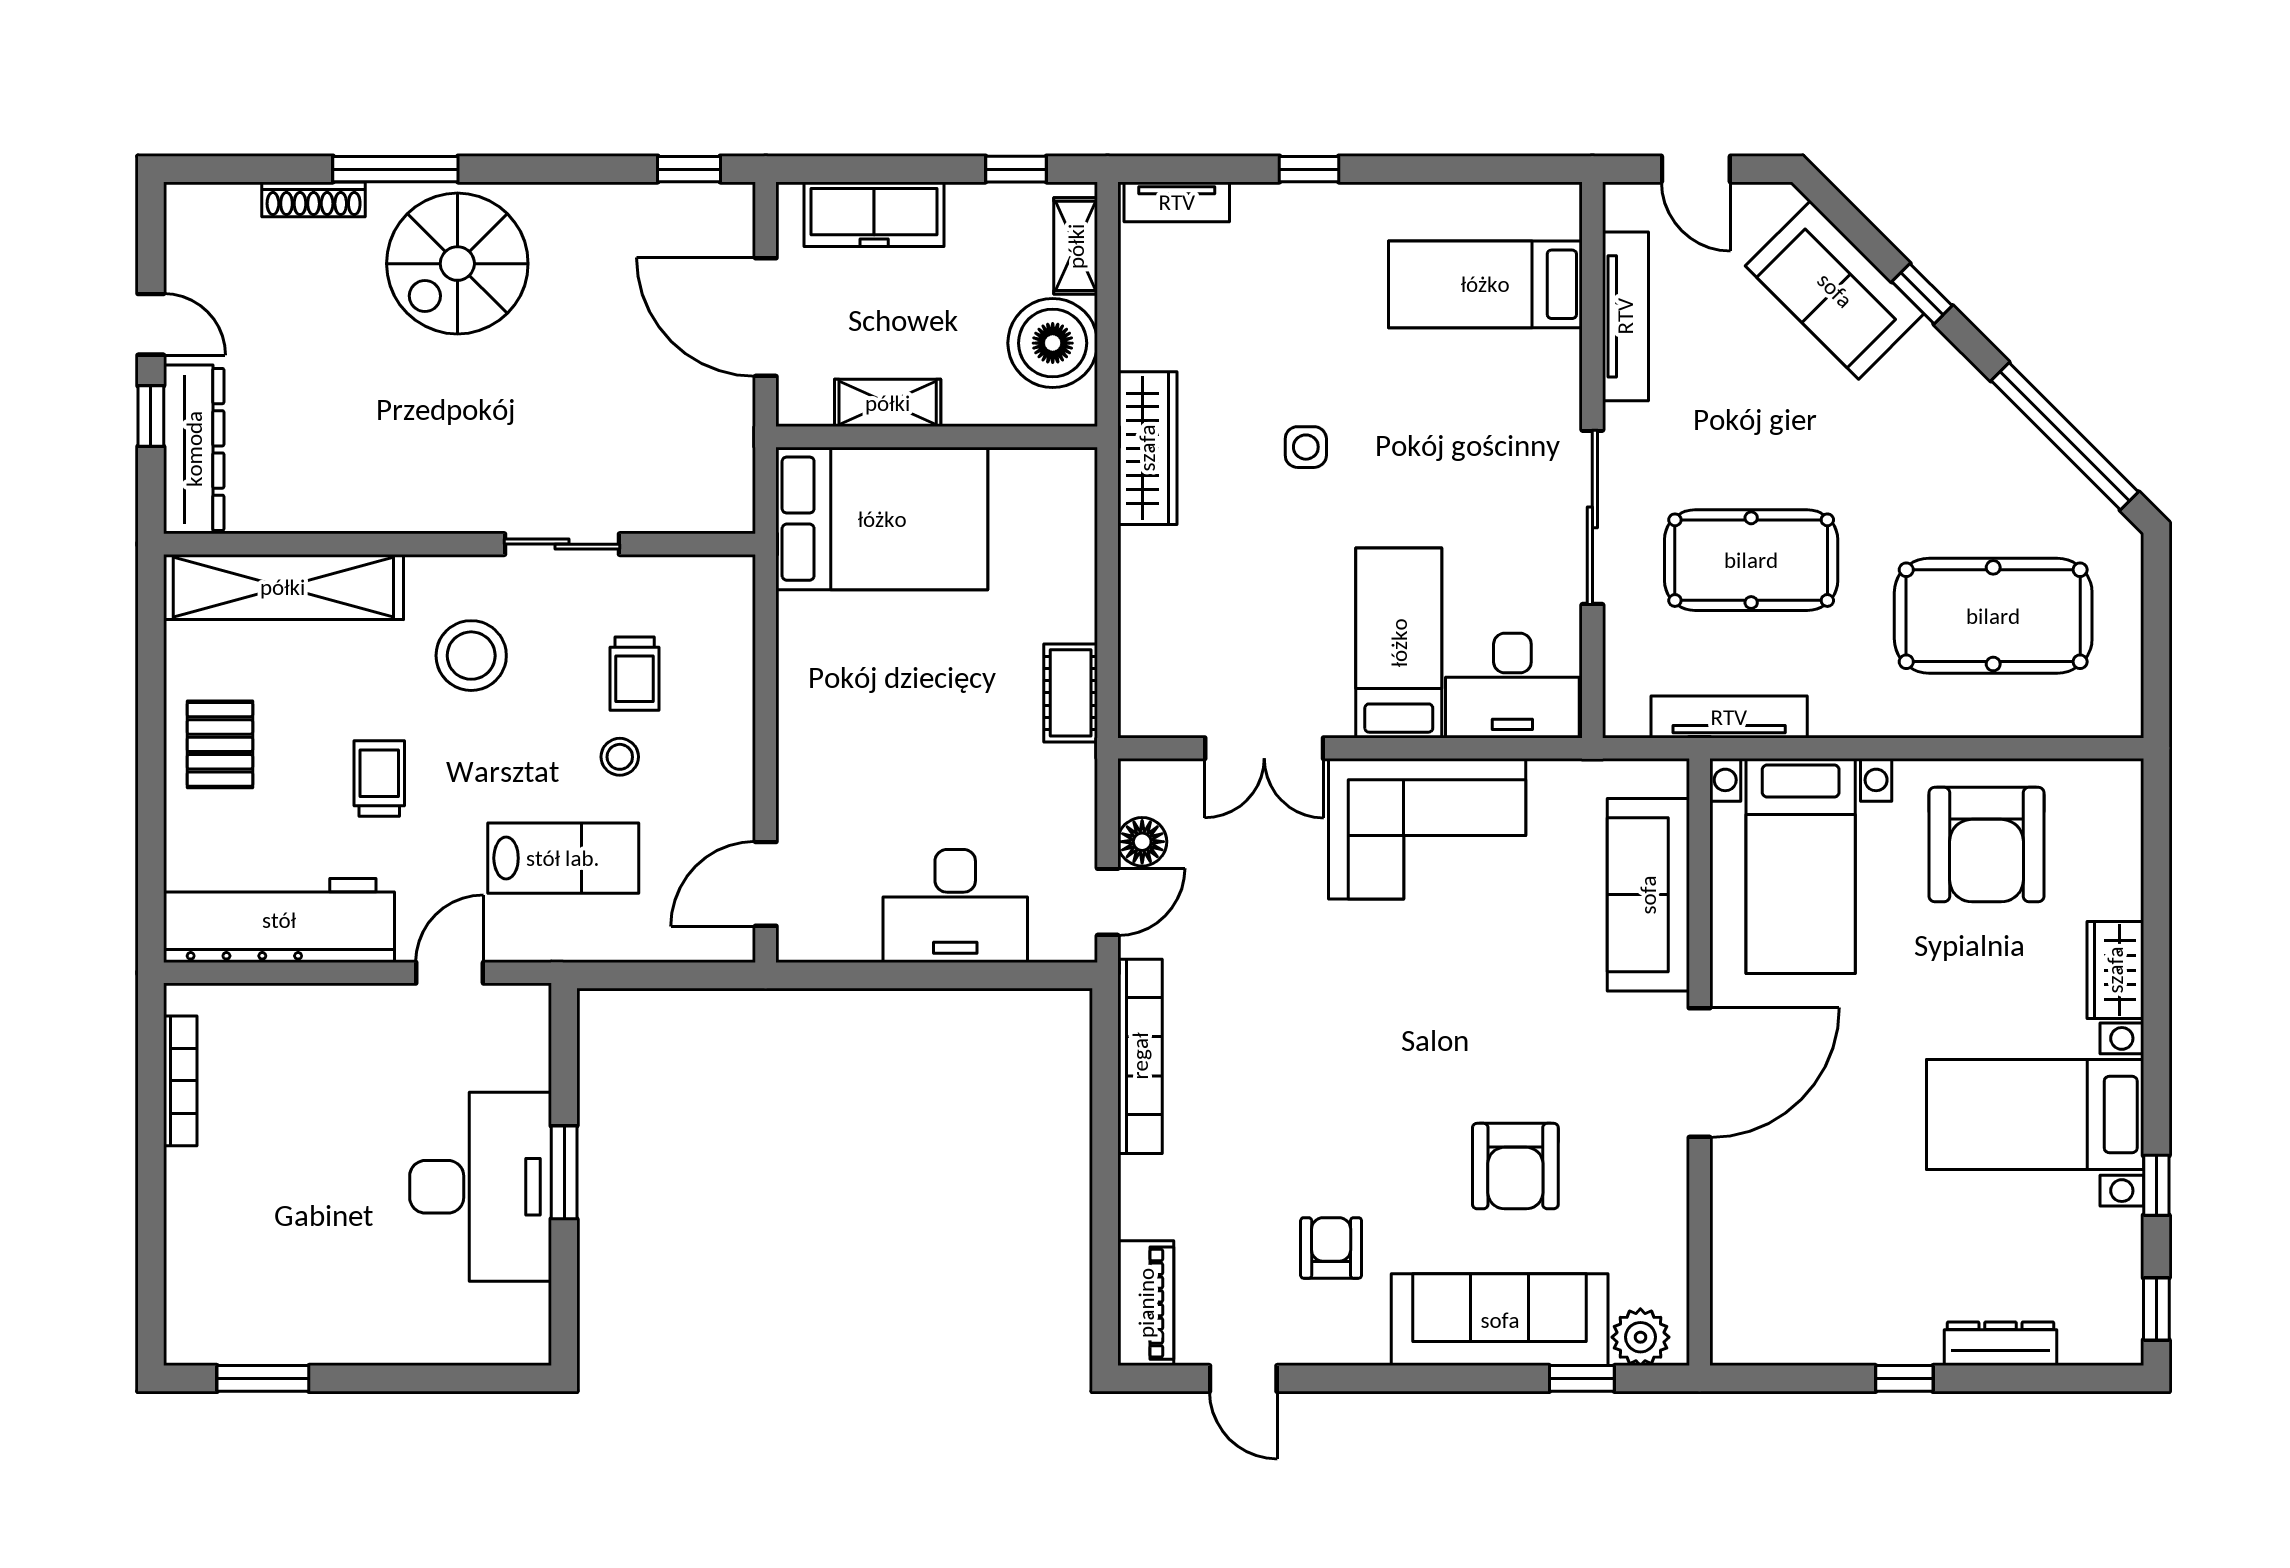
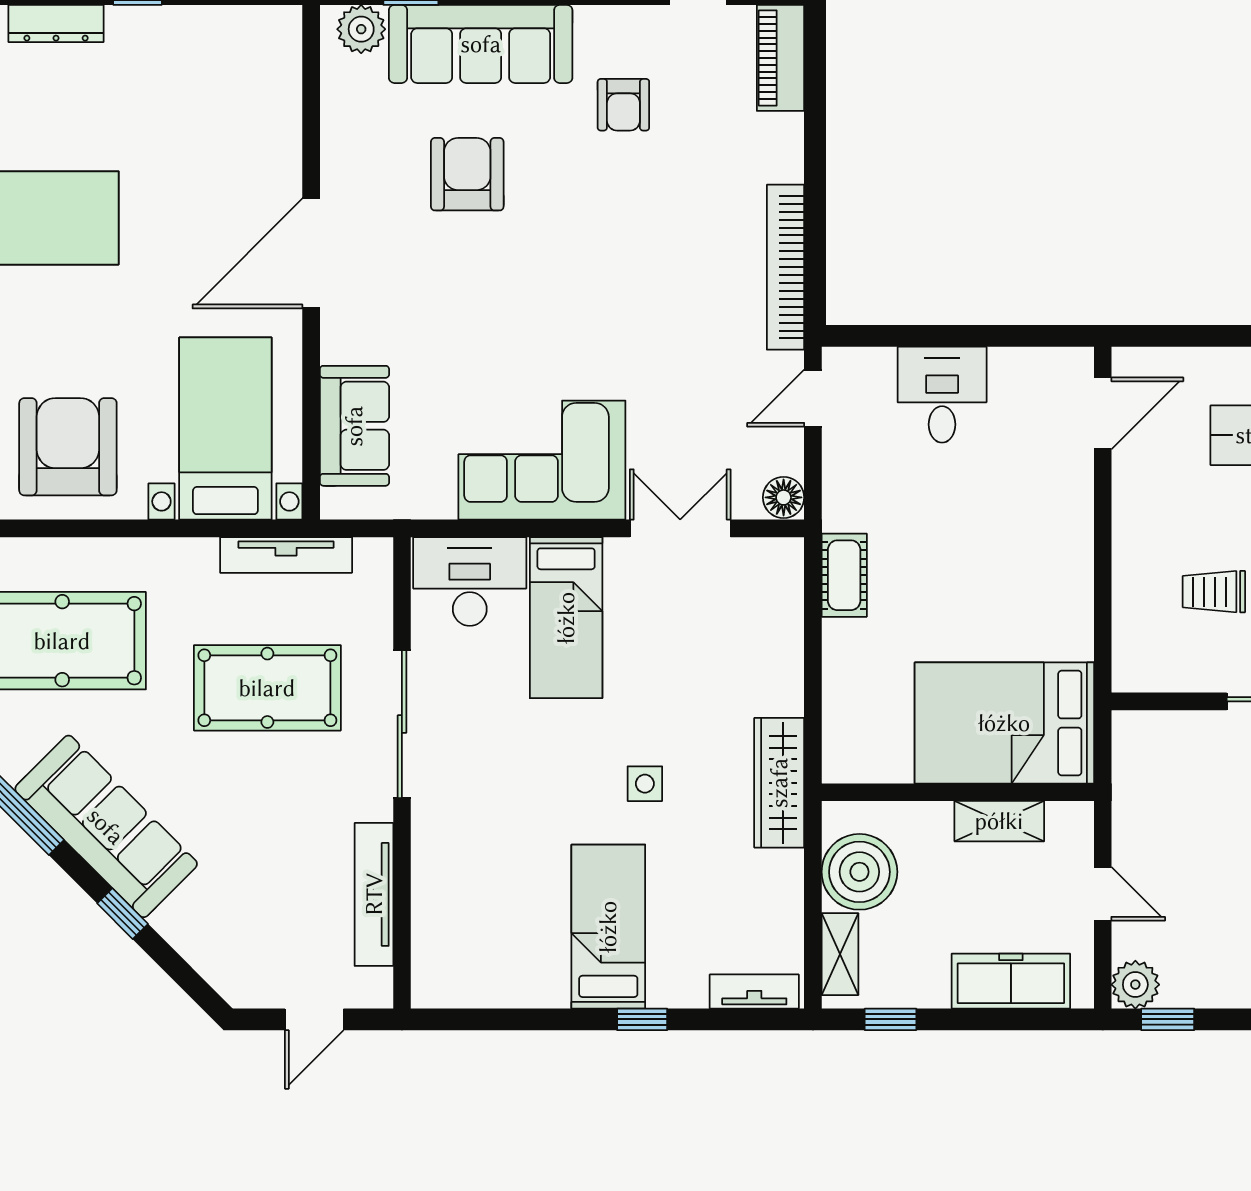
door: (1696, 169) -> (314, 1019), swing flipped
plant: (727, 210) -> (1135, 985), added
bed: (1485, 284) -> (608, 927), moved, turned -90
sofa: (1835, 290) -> (106, 826), moved, width x1.36
door: (766, 317) -> (1103, 894), width x0.53
trolley: (635, 674) -> (1214, 592), turned -90
stool: (620, 757) -> (1226, 521), removed
floor lamp: (1142, 842) -> (784, 497), moved
sofa: (1648, 895) -> (354, 426), width x0.73
desk: (955, 906) -> (942, 395), width x0.73

